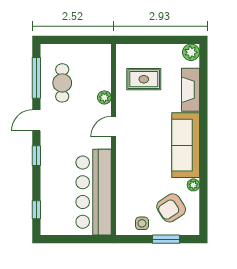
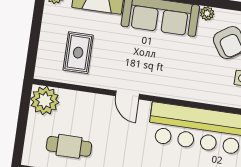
plant: (104, 97) -> (45, 101), moved, width x1.87, depth x1.87

